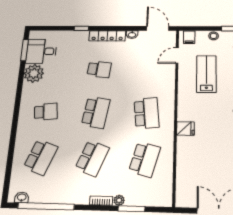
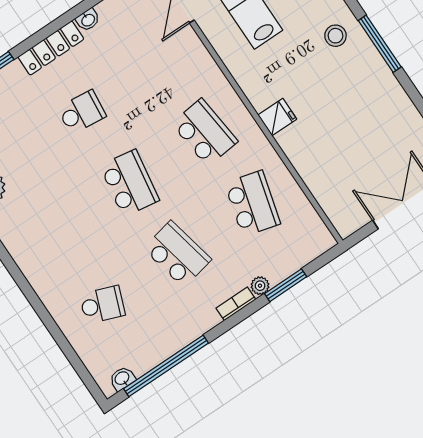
school desk: (46, 112) -> (54, 234), removed
school desk: (41, 157) -> (102, 305), width x0.54
school desk: (92, 158) -> (177, 254), turned -33

